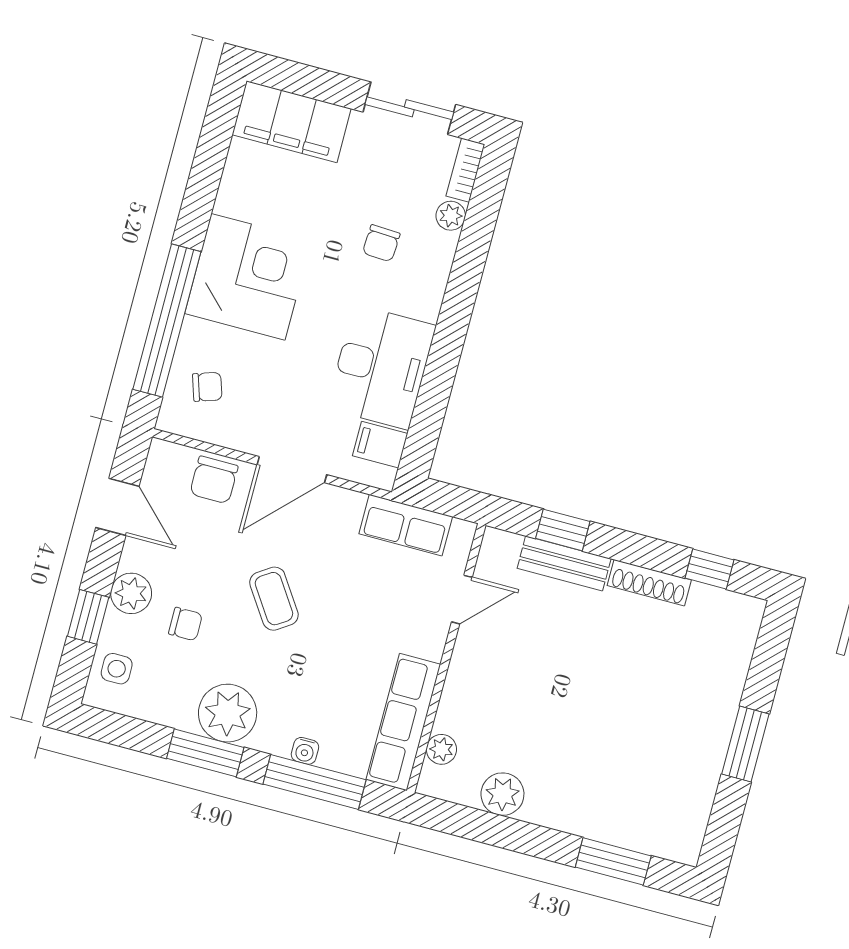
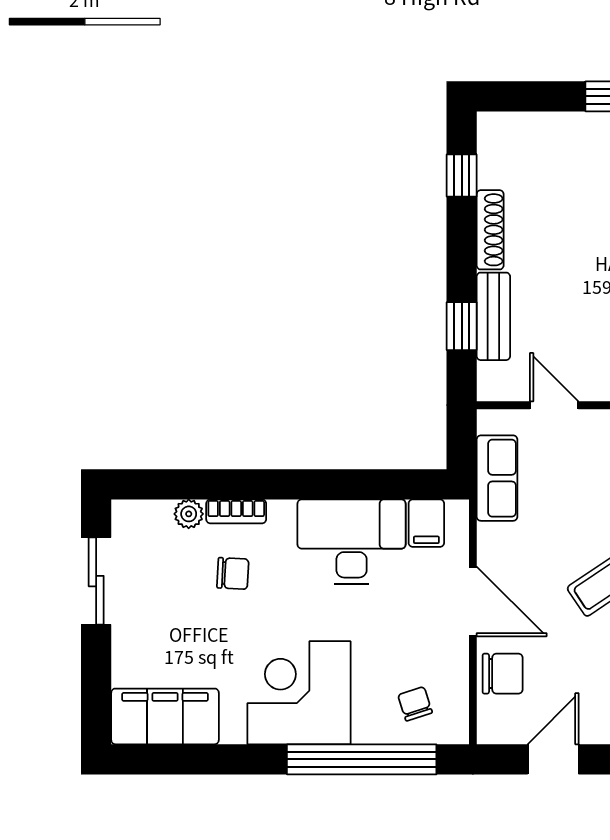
filing cabinet: (292, 122) -> (165, 716), moved, turned -90
bookcase: (465, 170) -> (236, 511), moved

